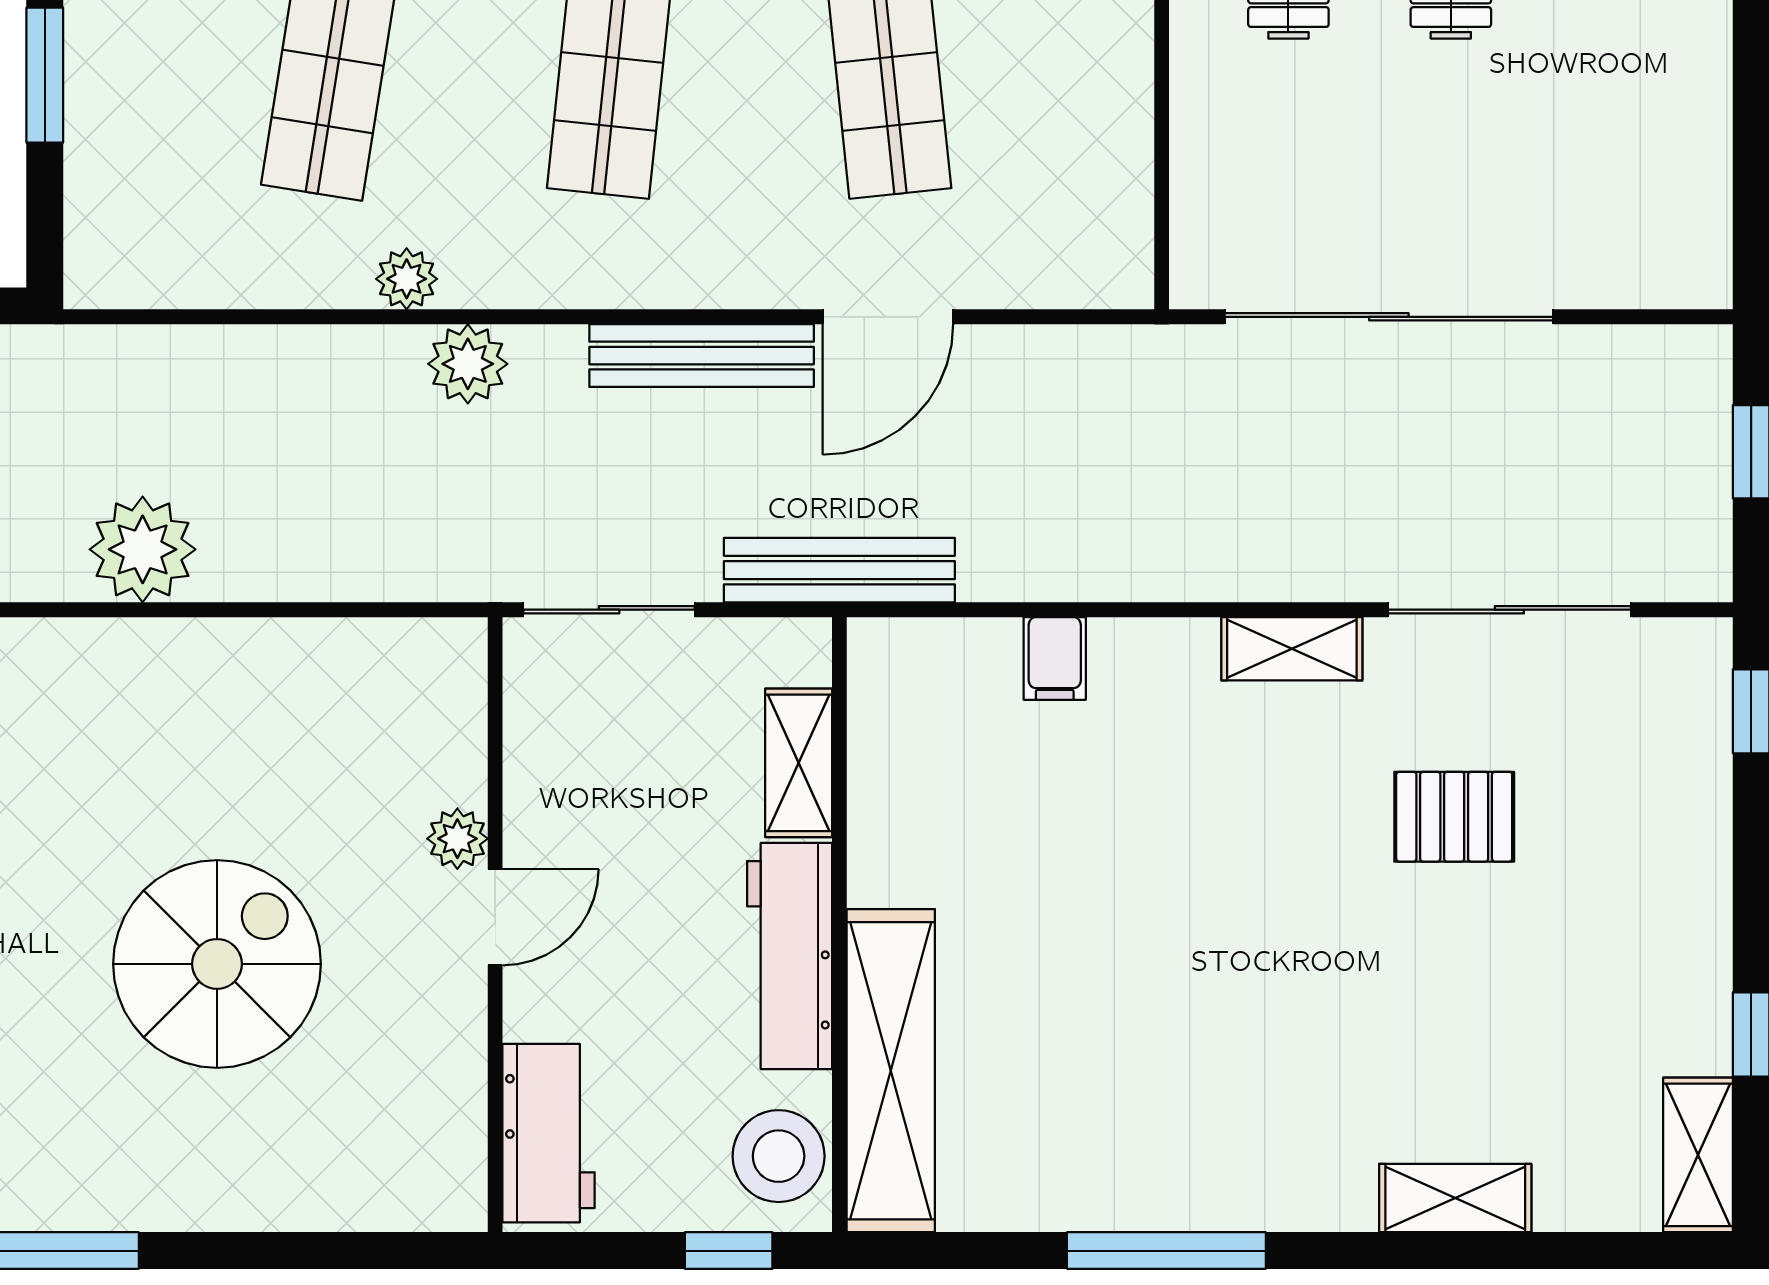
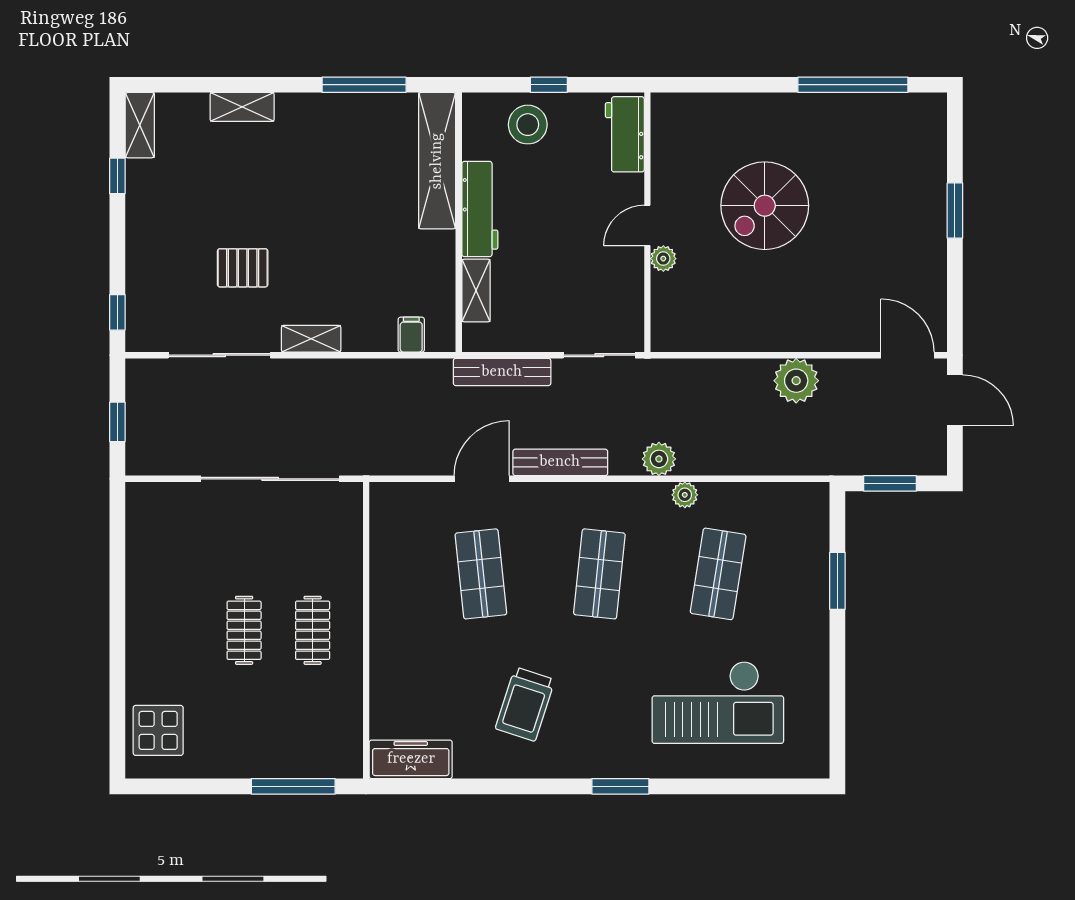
shelving: (799, 763) -> (476, 291), moved
wall: (839, 925) -> (459, 222), moved
workbench: (790, 956) -> (480, 209), moved
shelving: (891, 1071) -> (437, 161), moved

